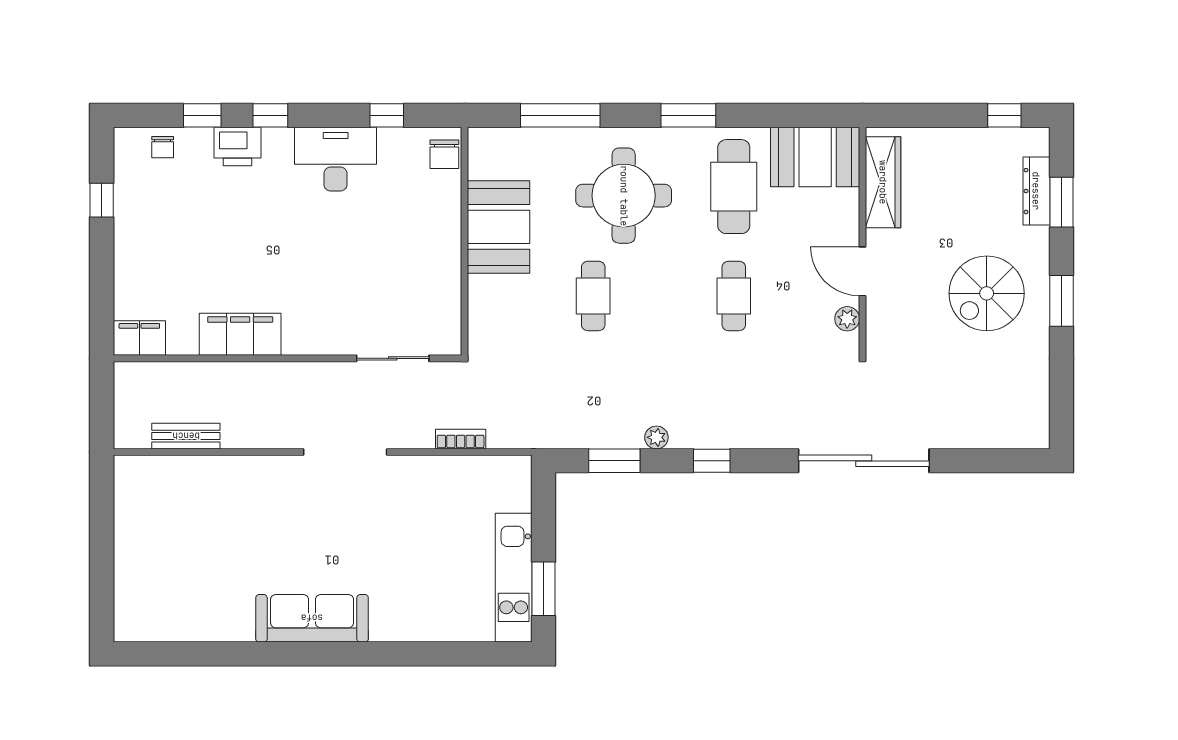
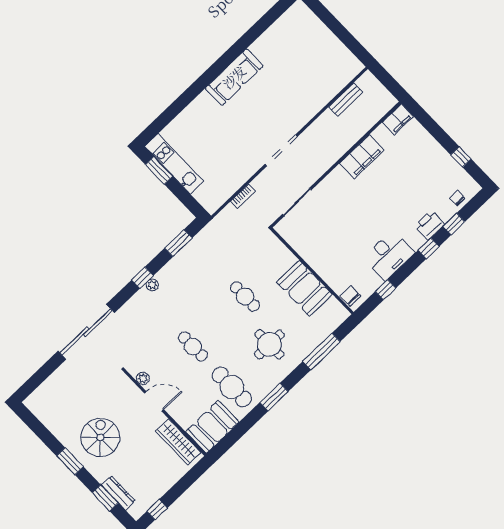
round table: (624, 196) -> (269, 344), width x0.73, depth x0.73
plant: (656, 437) -> (152, 285), moved

